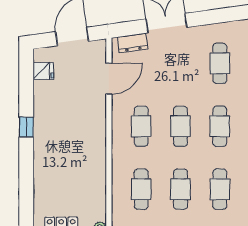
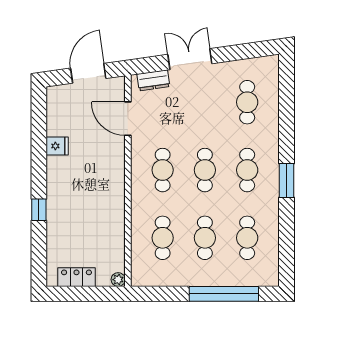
fridge: (43, 71) -> (57, 146), moved
door: (109, 79) -> (128, 119), swing flipped
window: (26, 127) -> (39, 210), moved

